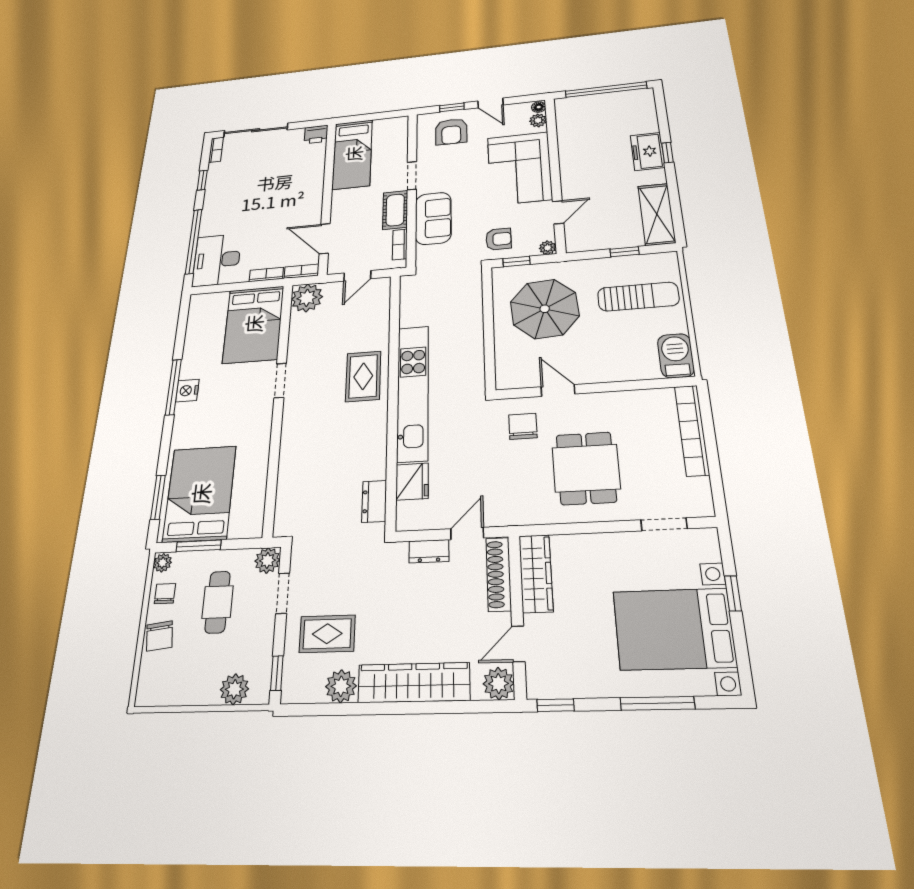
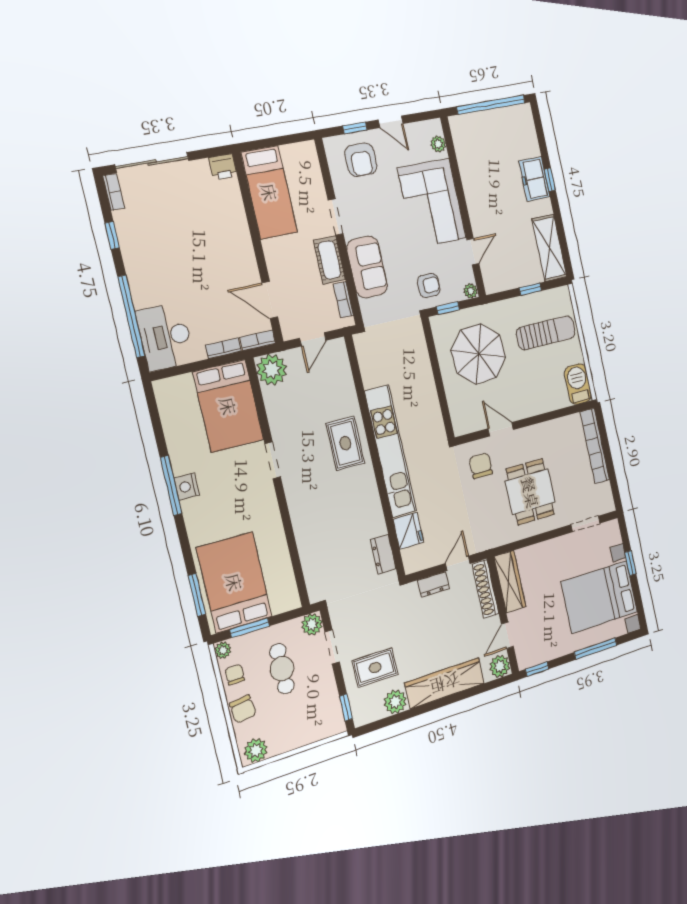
floor lamp: (539, 107) -> (436, 127), removed
plant: (234, 689) -> (256, 750), moved

